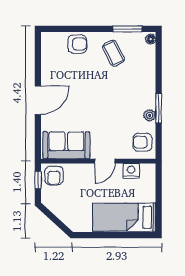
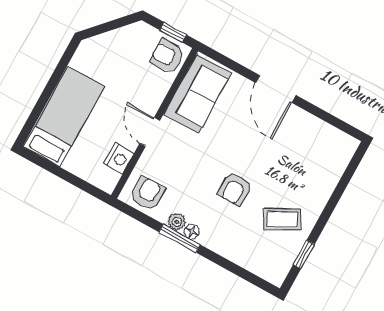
window: (127, 29) -> (304, 255), width x0.67
floor lamp: (151, 39) -> (192, 232), moved
armchair: (77, 44) -> (235, 189), moved

